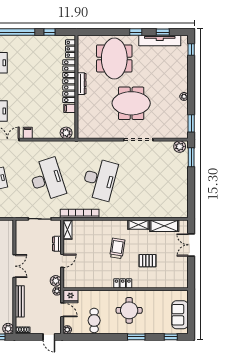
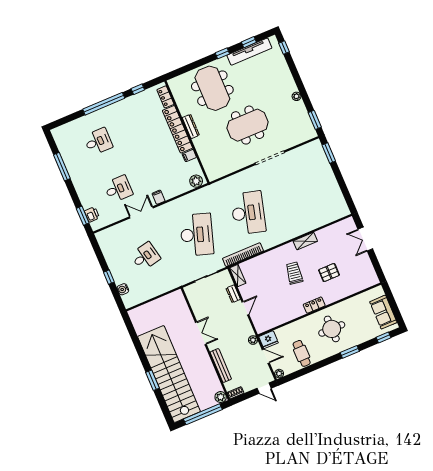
plant: (180, 147) -> (313, 147), removed
desk: (47, 179) -> (197, 235), turned 36
shelving: (164, 226) -> (331, 231), removed
plant: (56, 281) -> (247, 330), removed

